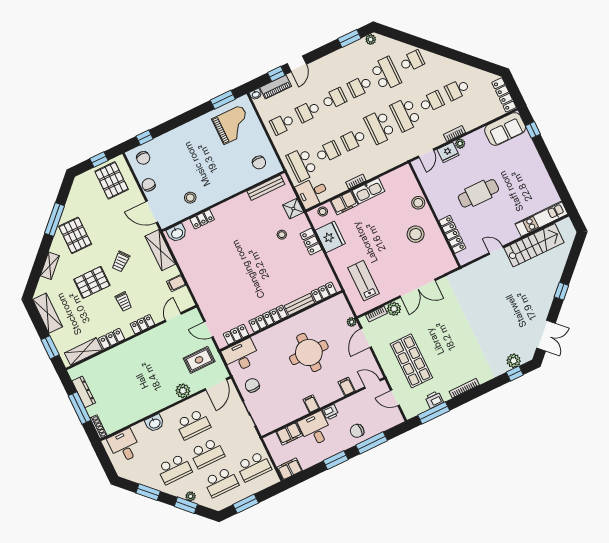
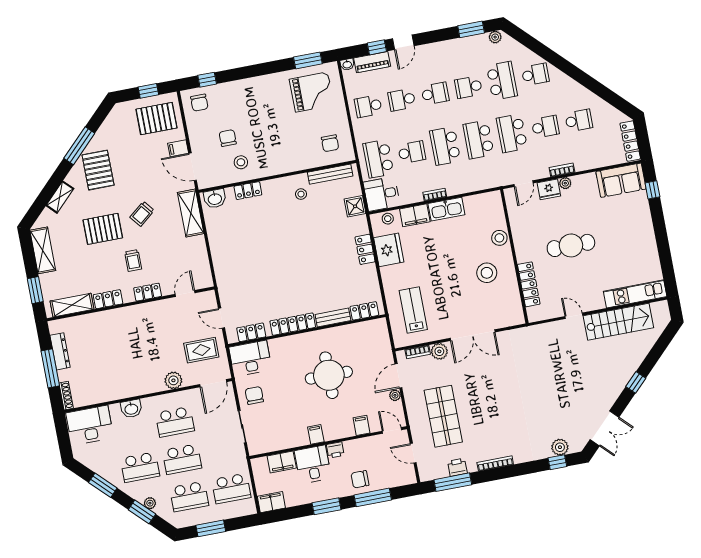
school desk: (457, 89) -> (579, 120), turned 180
school desk: (354, 139) -> (445, 146), width x1.85
pallet: (112, 180) -> (156, 119), turned 90
chair: (149, 185) -> (228, 138), moved
stool: (282, 235) -> (301, 194), moved
filing cabinet: (176, 283) -> (178, 148), moved
plant: (352, 322) -> (395, 395), moved
desk: (124, 446) -> (90, 425), width x1.37

